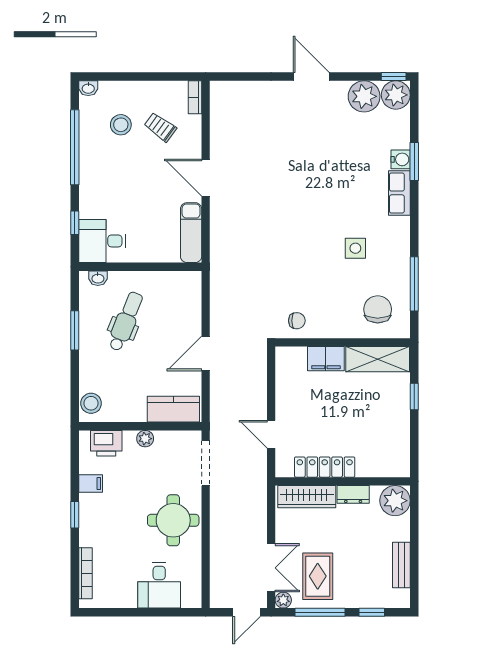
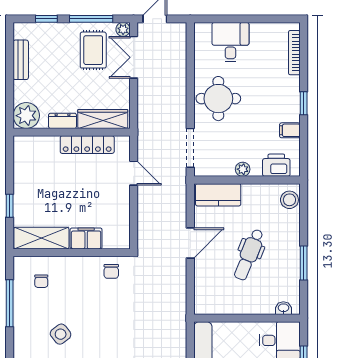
side table: (355, 248) -> (61, 334), turned -38
chair: (378, 309) -> (41, 281), width x0.54, depth x0.54
dental chair: (126, 321) -> (249, 255), moved
chair: (297, 321) -> (111, 271), turned -90

